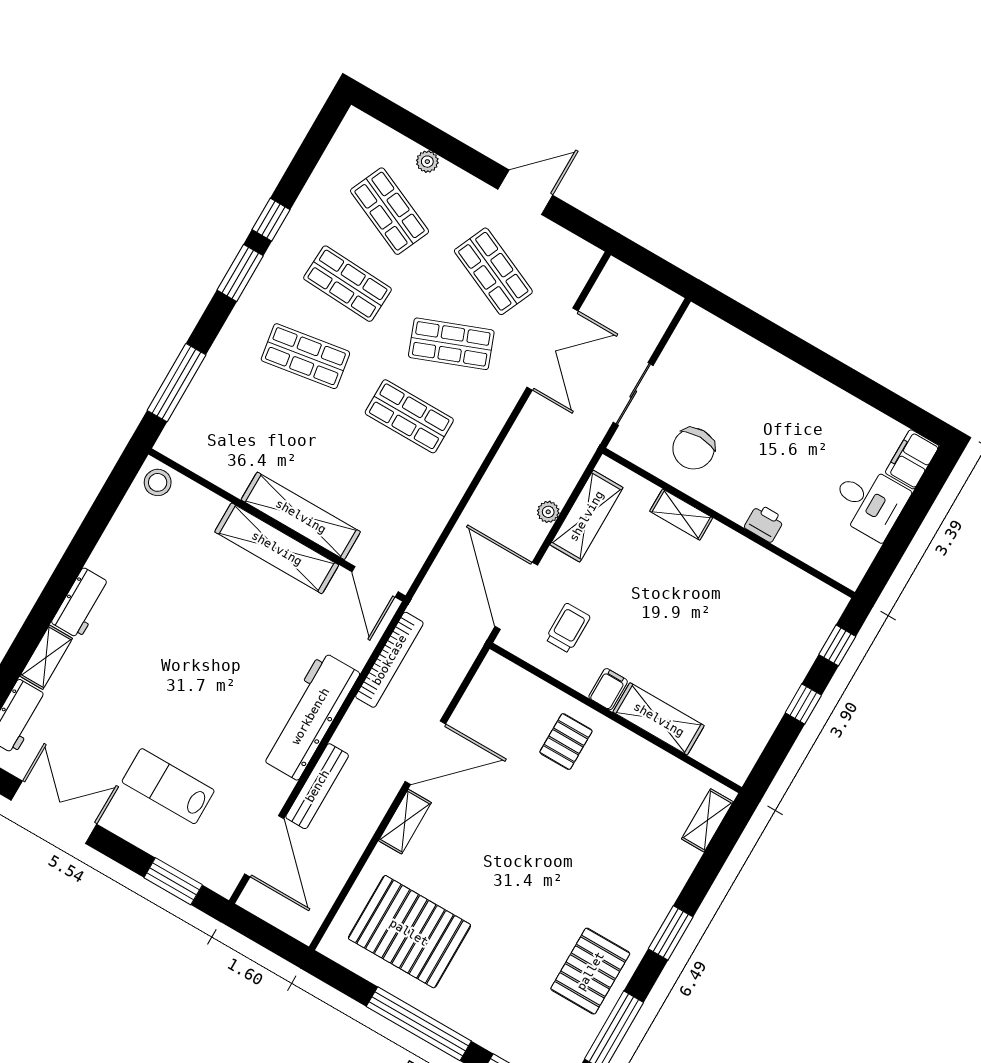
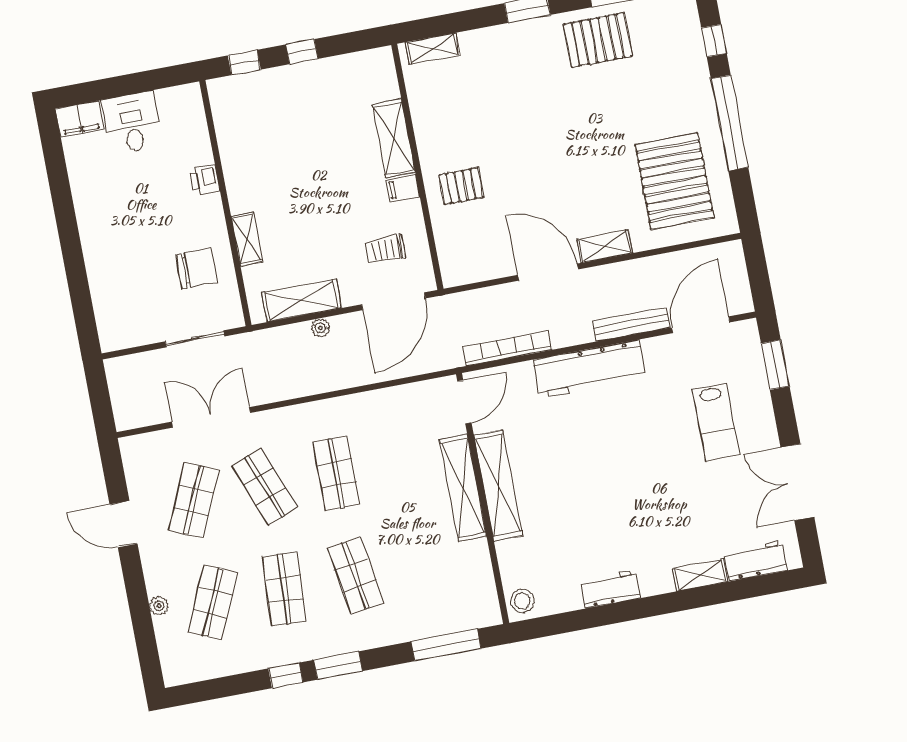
workbench: (81, 603) -> (610, 589), moved

